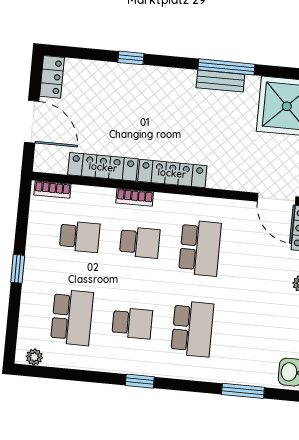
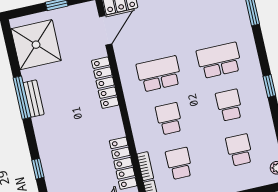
locker: (172, 173) -> (105, 83), moved
bookcase: (135, 197) -> (145, 166), moved
school desk: (72, 317) -> (239, 150), width x0.54

